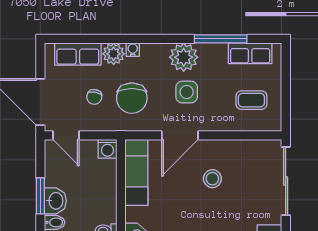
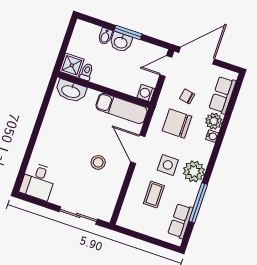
coffee table: (251, 100) -> (154, 195), moved
sliding door: (286, 181) -> (78, 215), width x0.73

